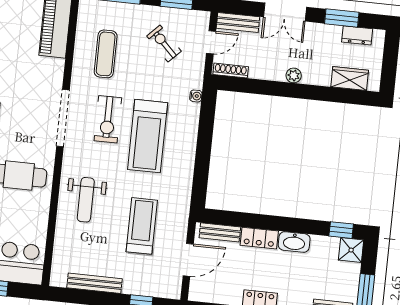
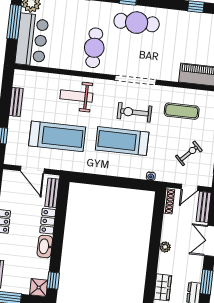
door: (211, 42) -> (190, 187), hinge flipped
treadmill: (142, 226) -> (57, 136), width x1.37, depth x1.38
bench: (94, 283) -> (16, 102), width x0.73

